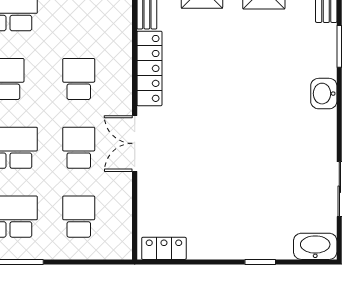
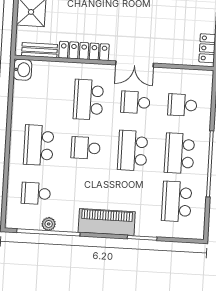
school desk: (79, 79) -> (88, 100), width x1.85

